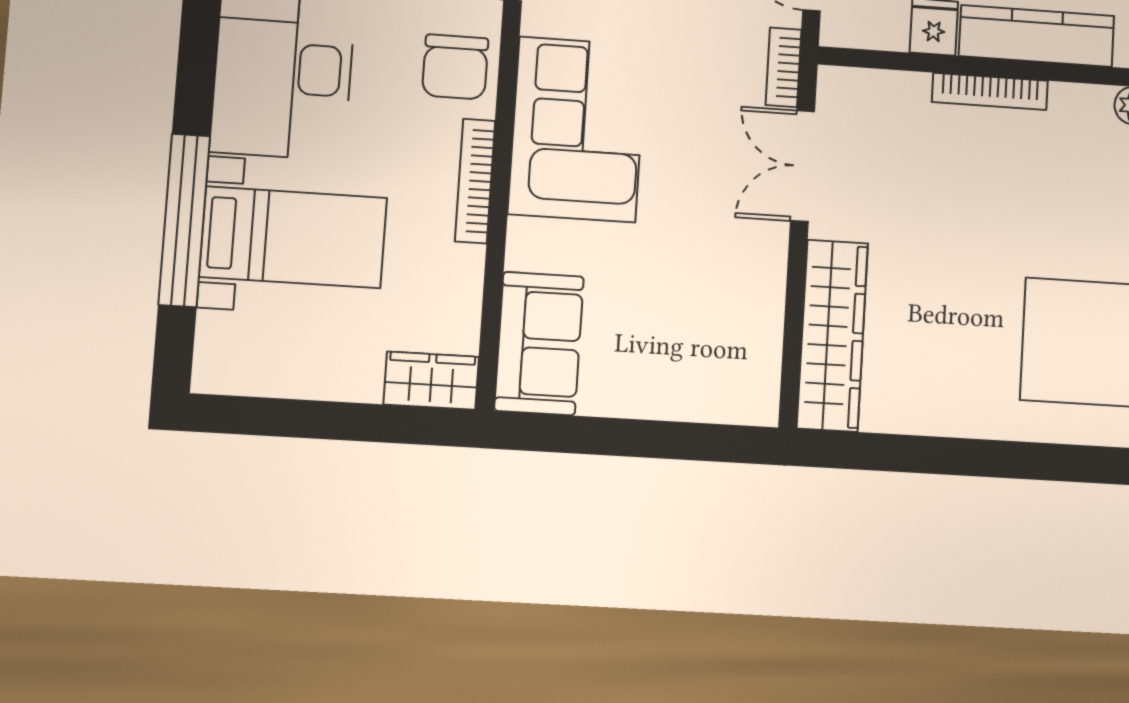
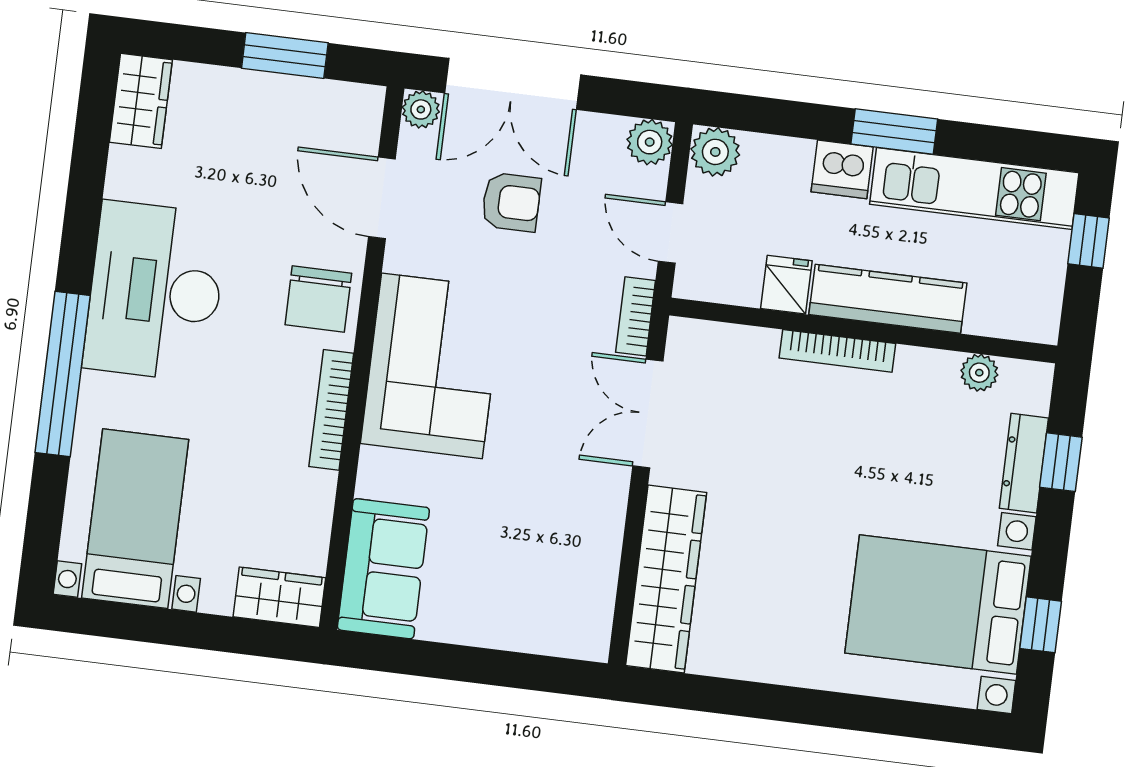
window: (184, 220) -> (63, 374), moved
bed with nightstands: (293, 237) -> (135, 519), moved, turned -90

